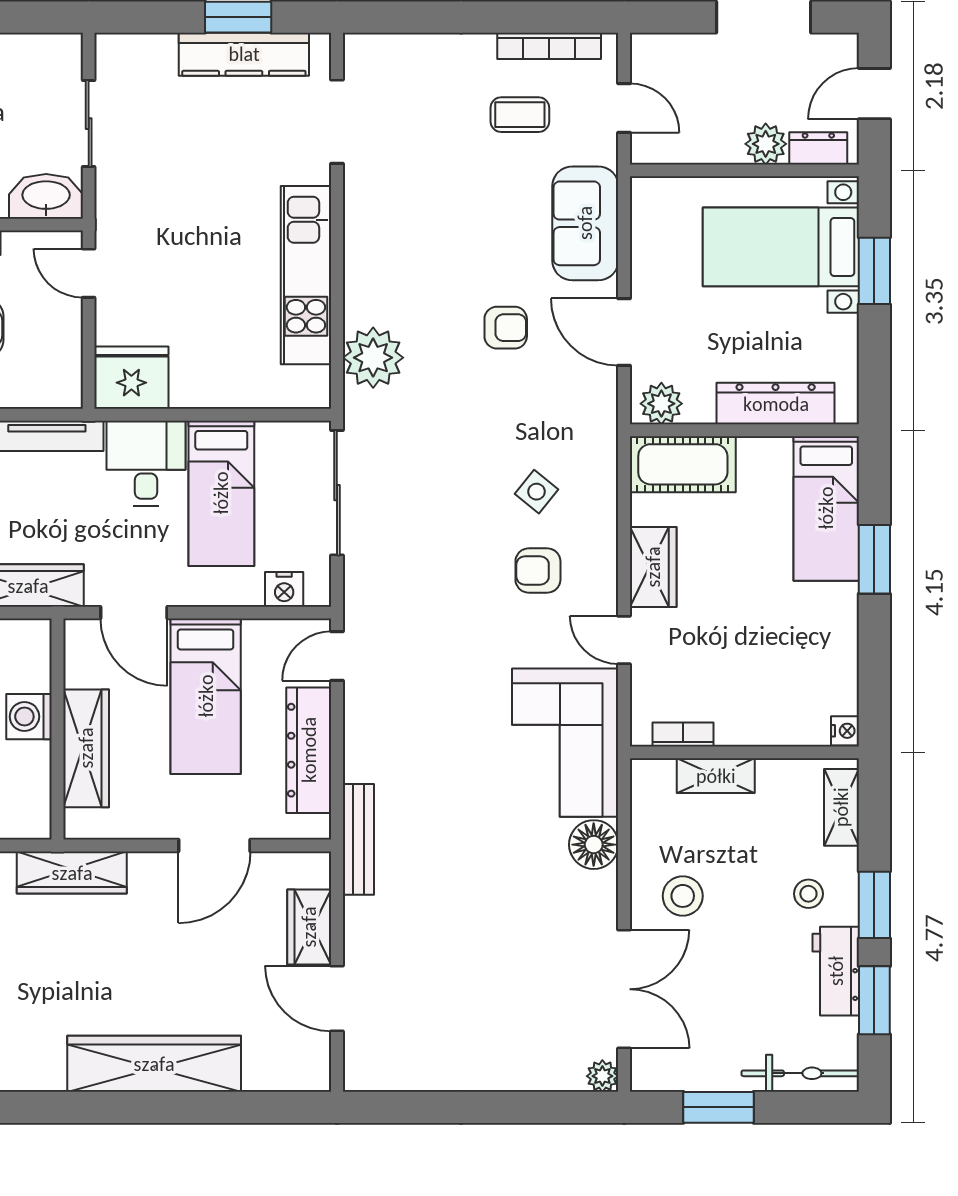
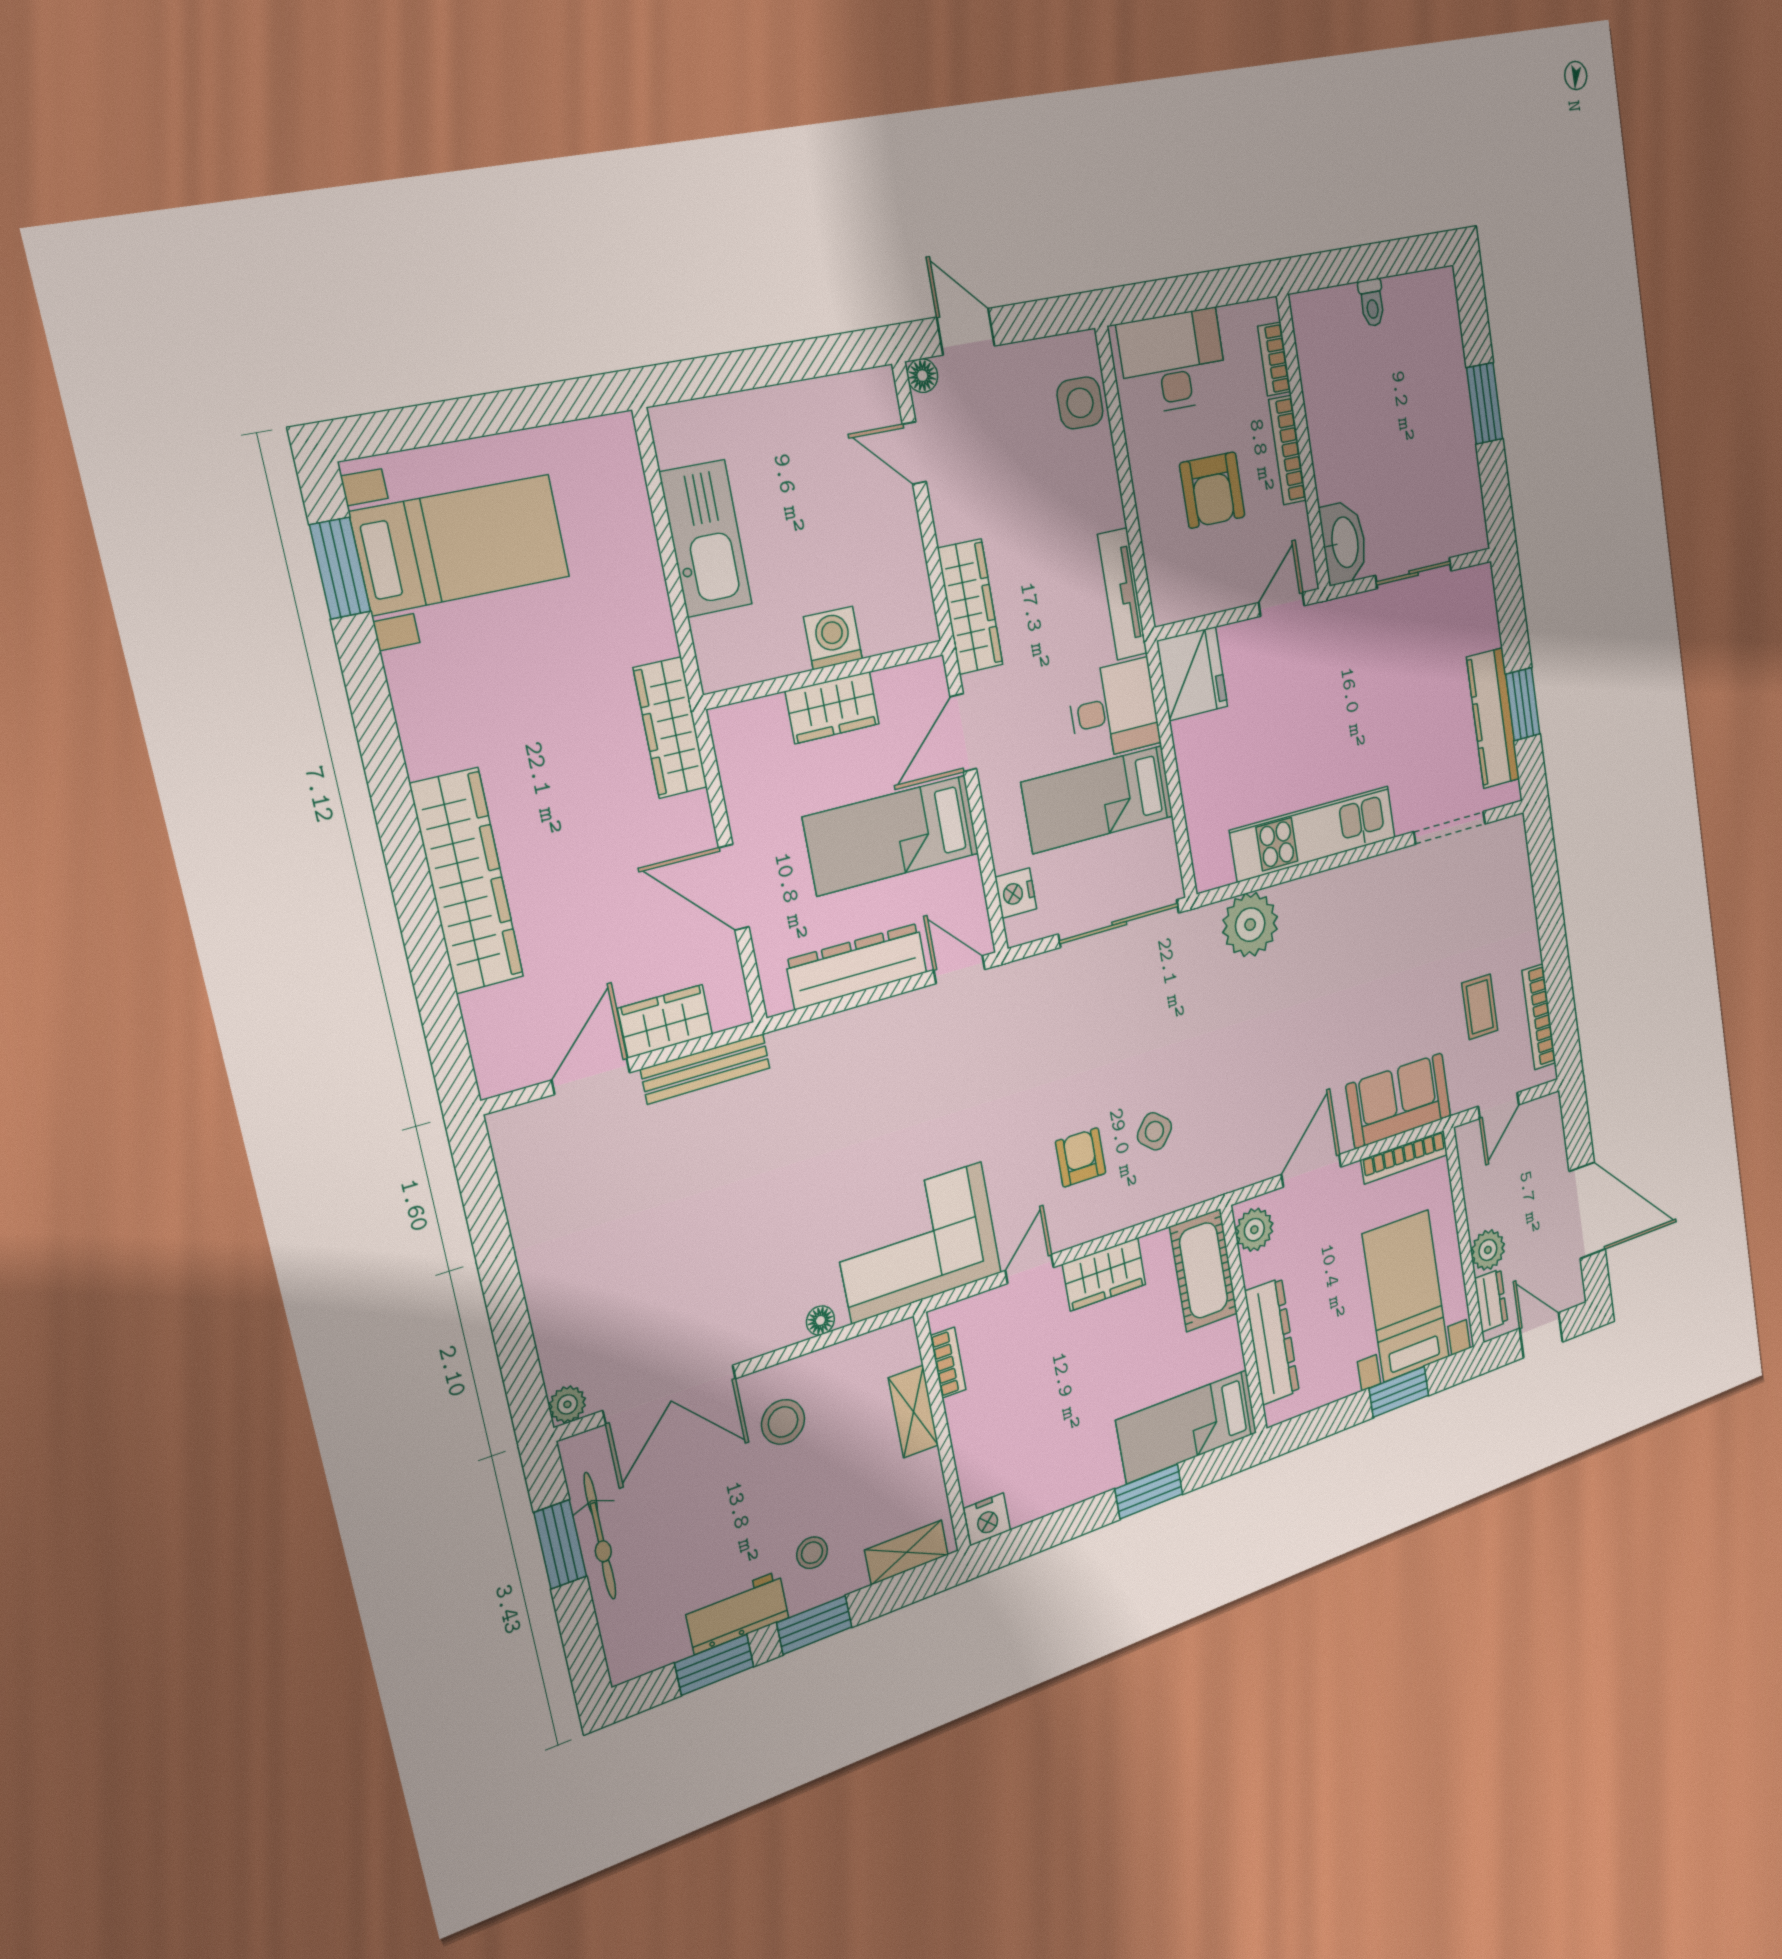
bookcase: (643, 226) -> (1404, 1157), added
armchair: (506, 328) -> (1297, 1052), removed
nightstand: (845, 731) -> (987, 1519), width x1.39, depth x1.35
wardrobe: (86, 748) -> (832, 708), width x0.67
bench: (358, 839) -> (706, 1069), moved
floor lamp: (594, 845) -> (820, 1320), width x0.53, depth x0.53
bicycle: (800, 1073) -> (600, 1536), moved

